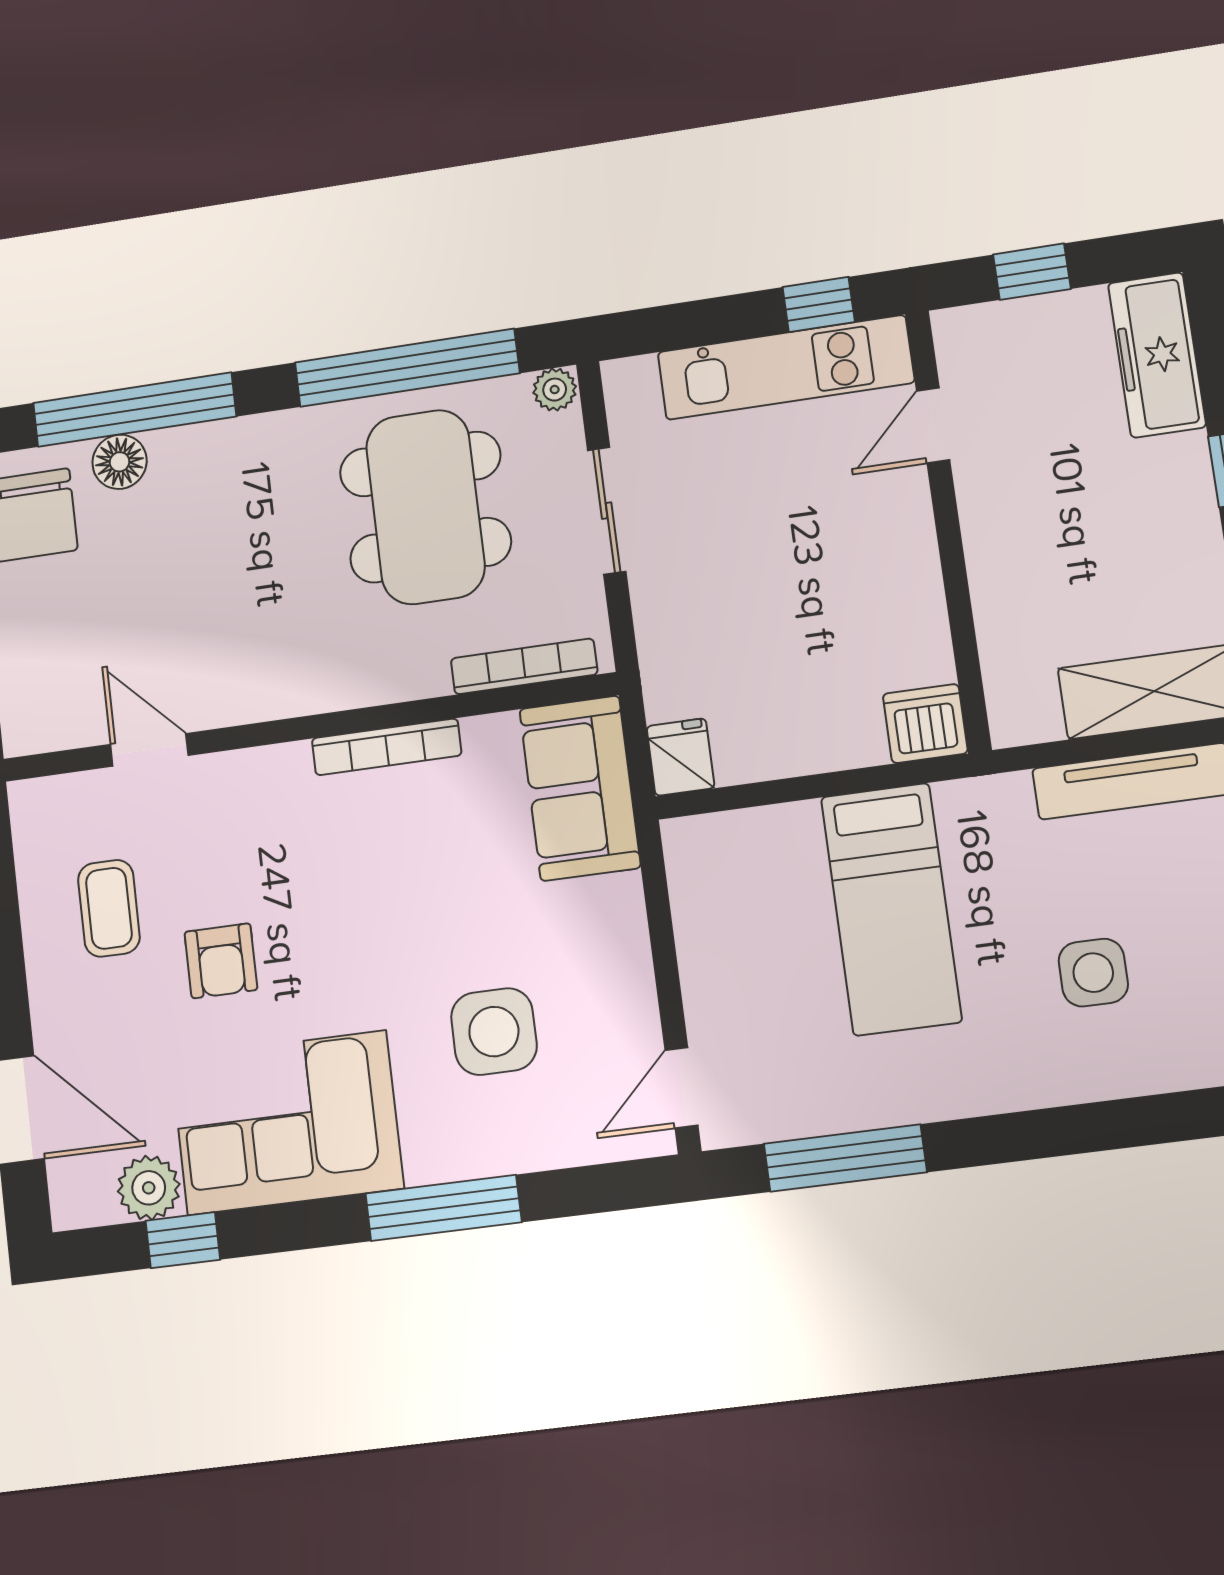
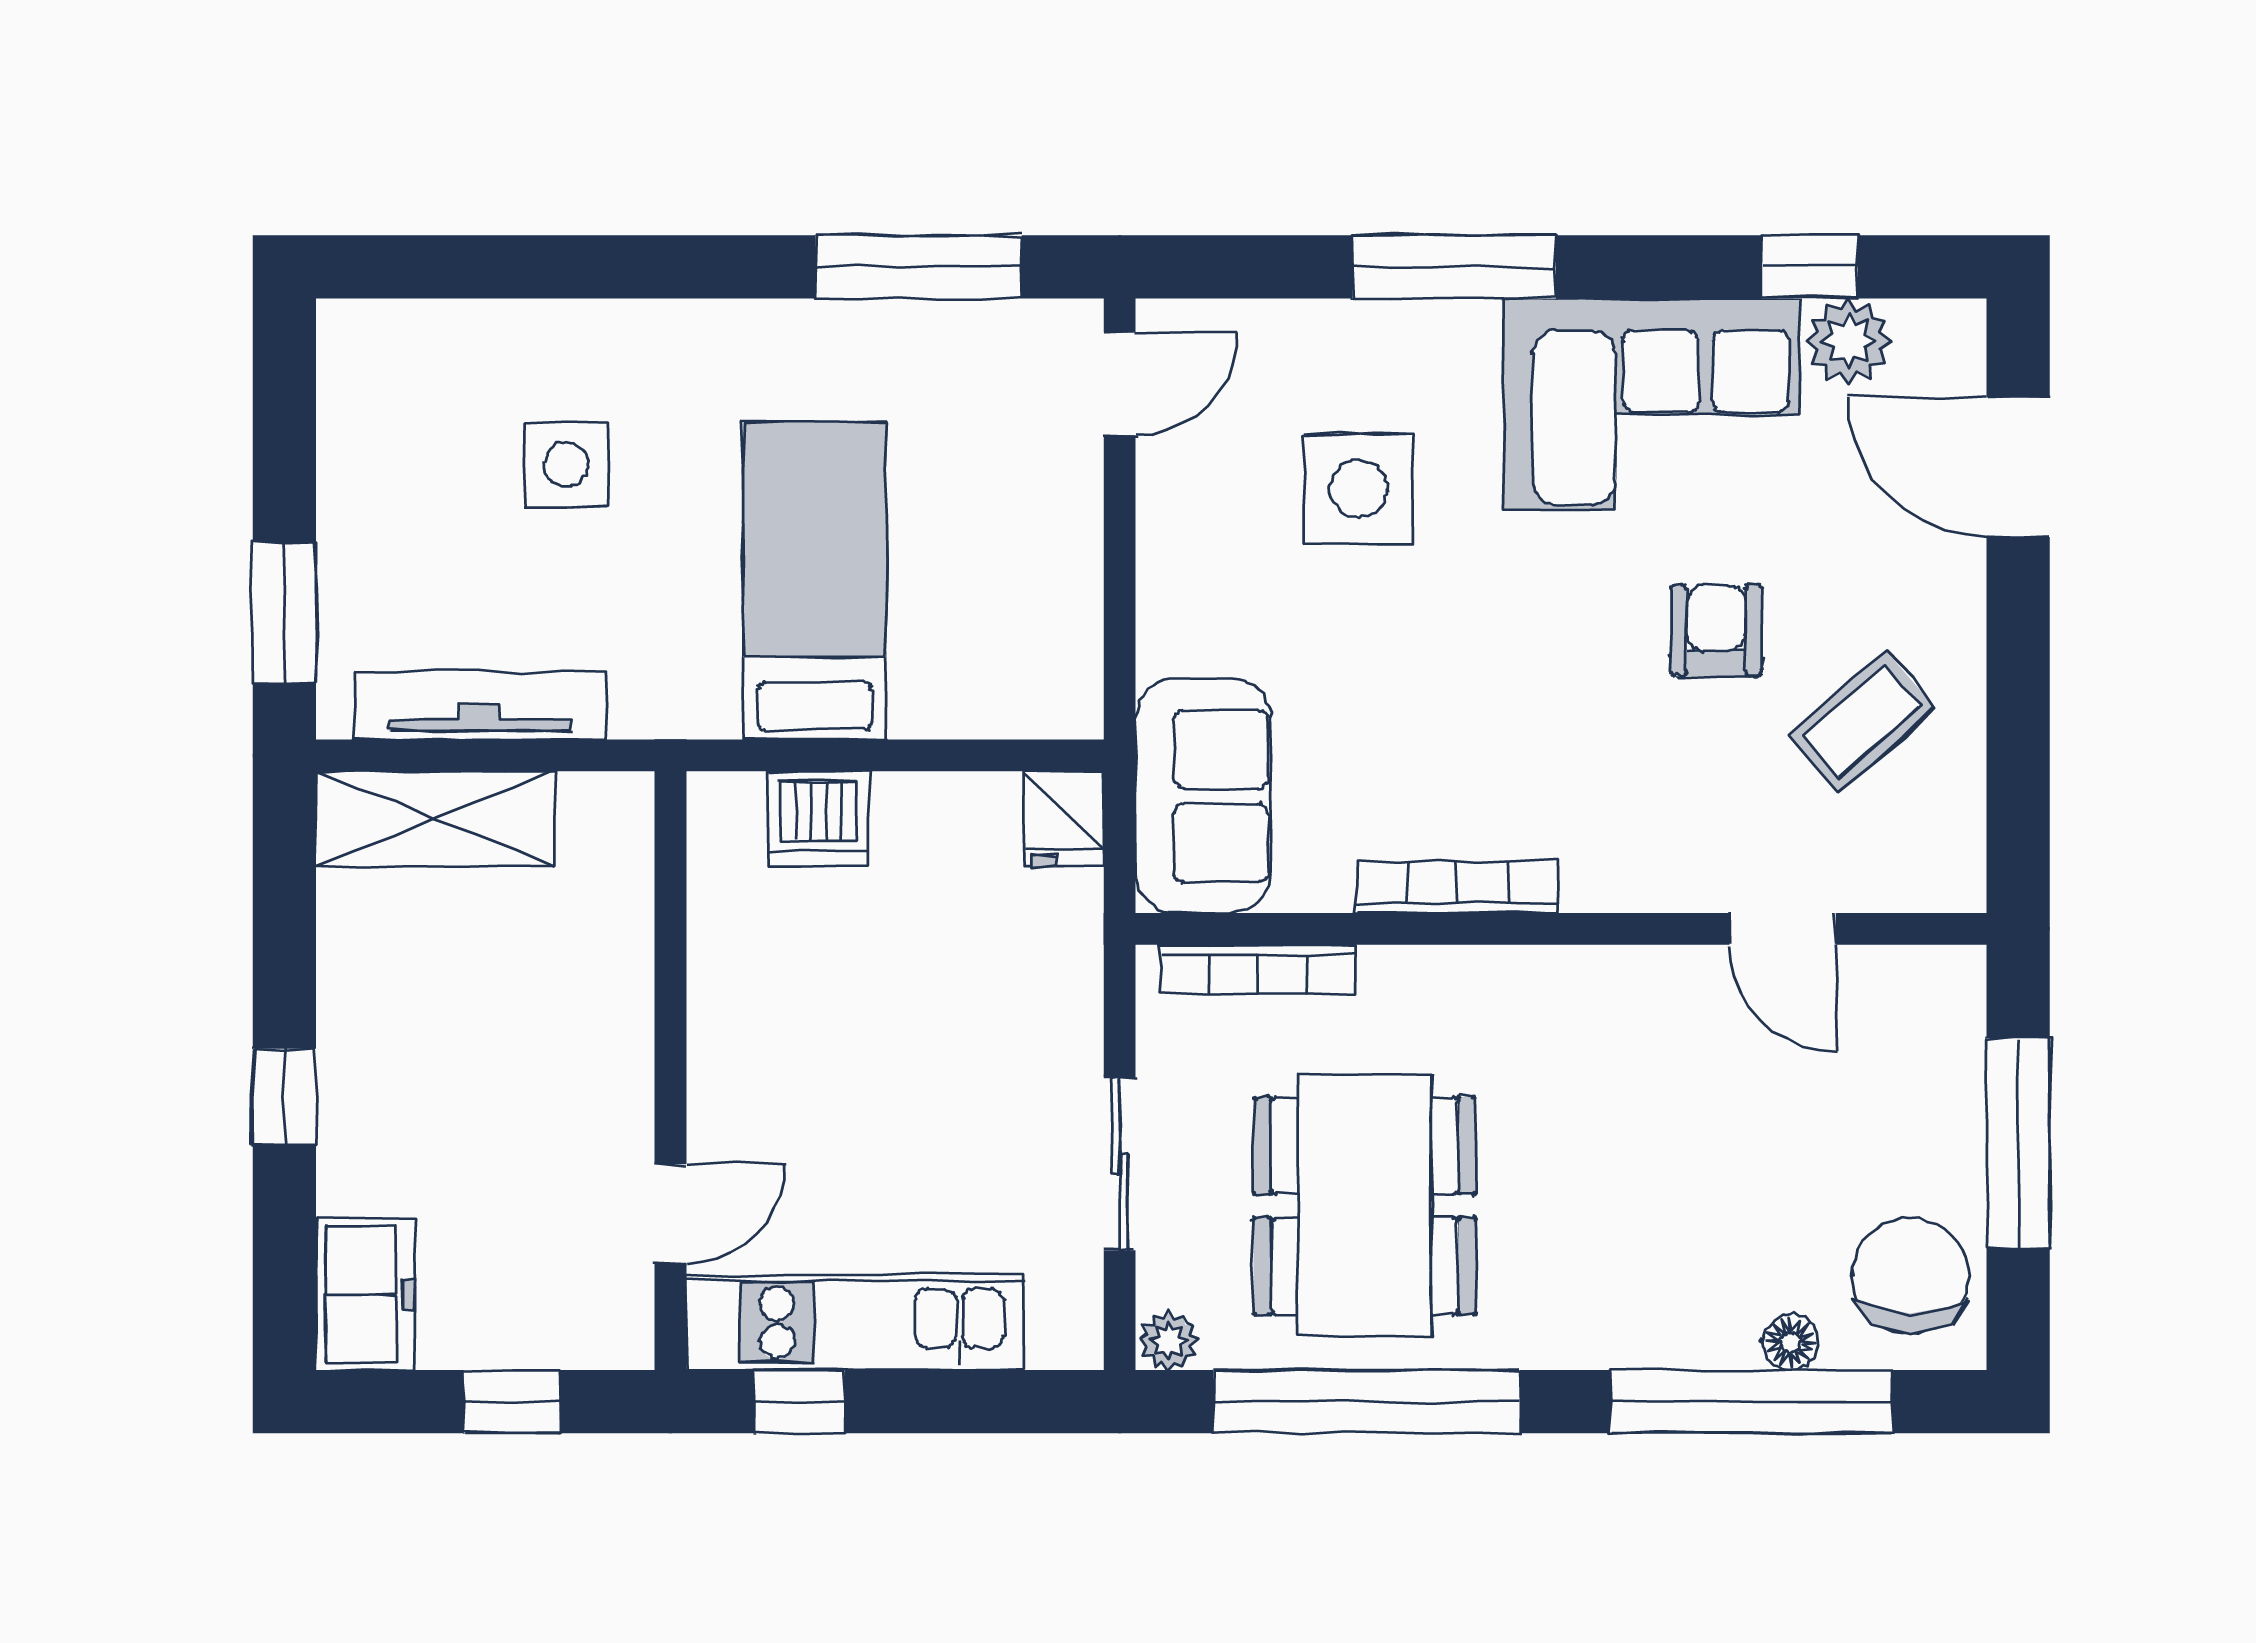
freezer: (1157, 355) -> (365, 1294), width x0.71
floor lamp: (120, 462) -> (1791, 1342), width x0.73, depth x0.73
dishwasher: (925, 724) -> (819, 818), moved
coffee table: (109, 908) -> (1862, 721), turned 49

